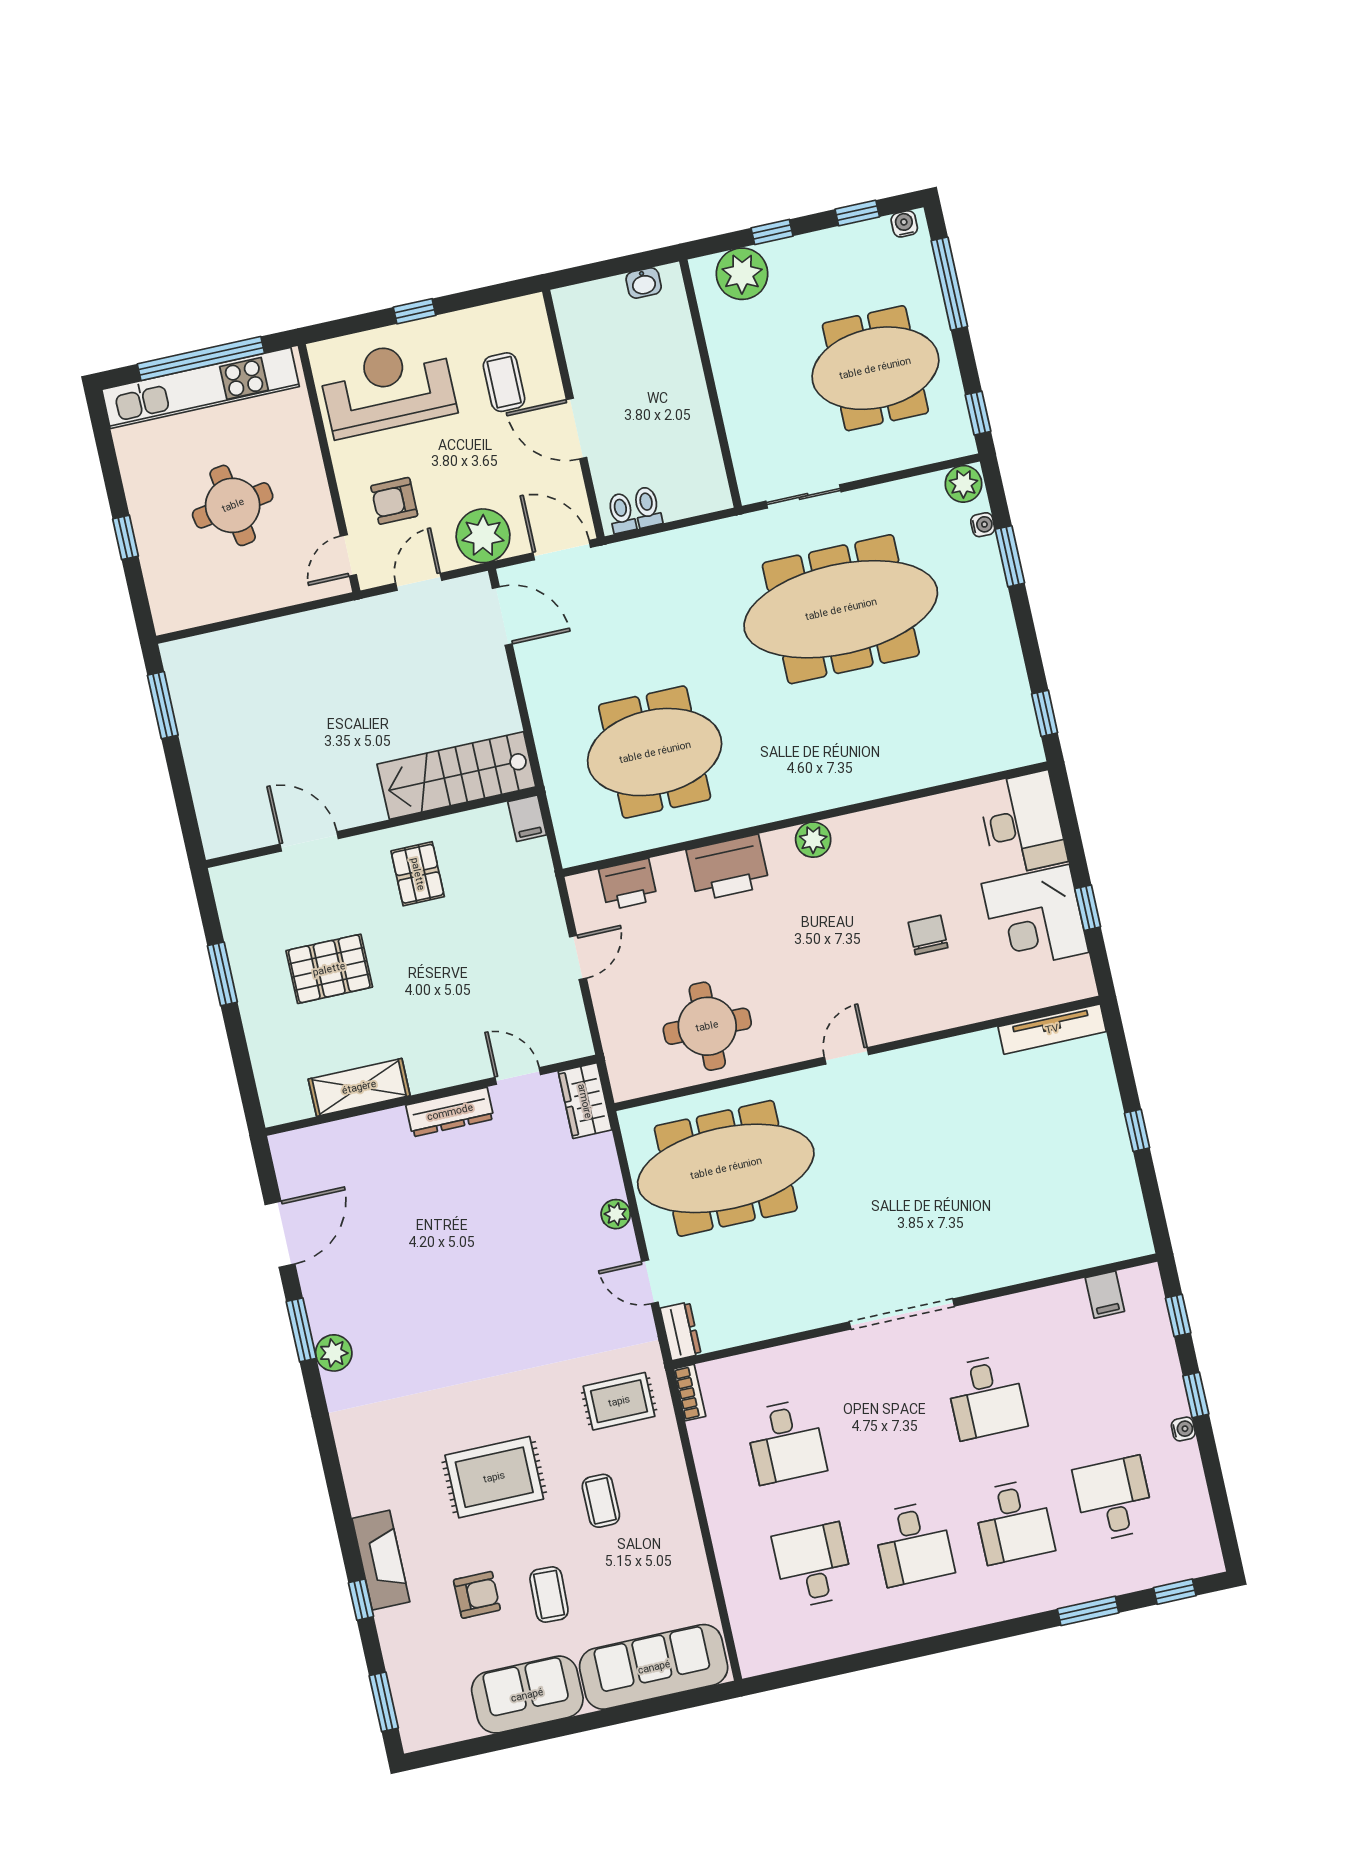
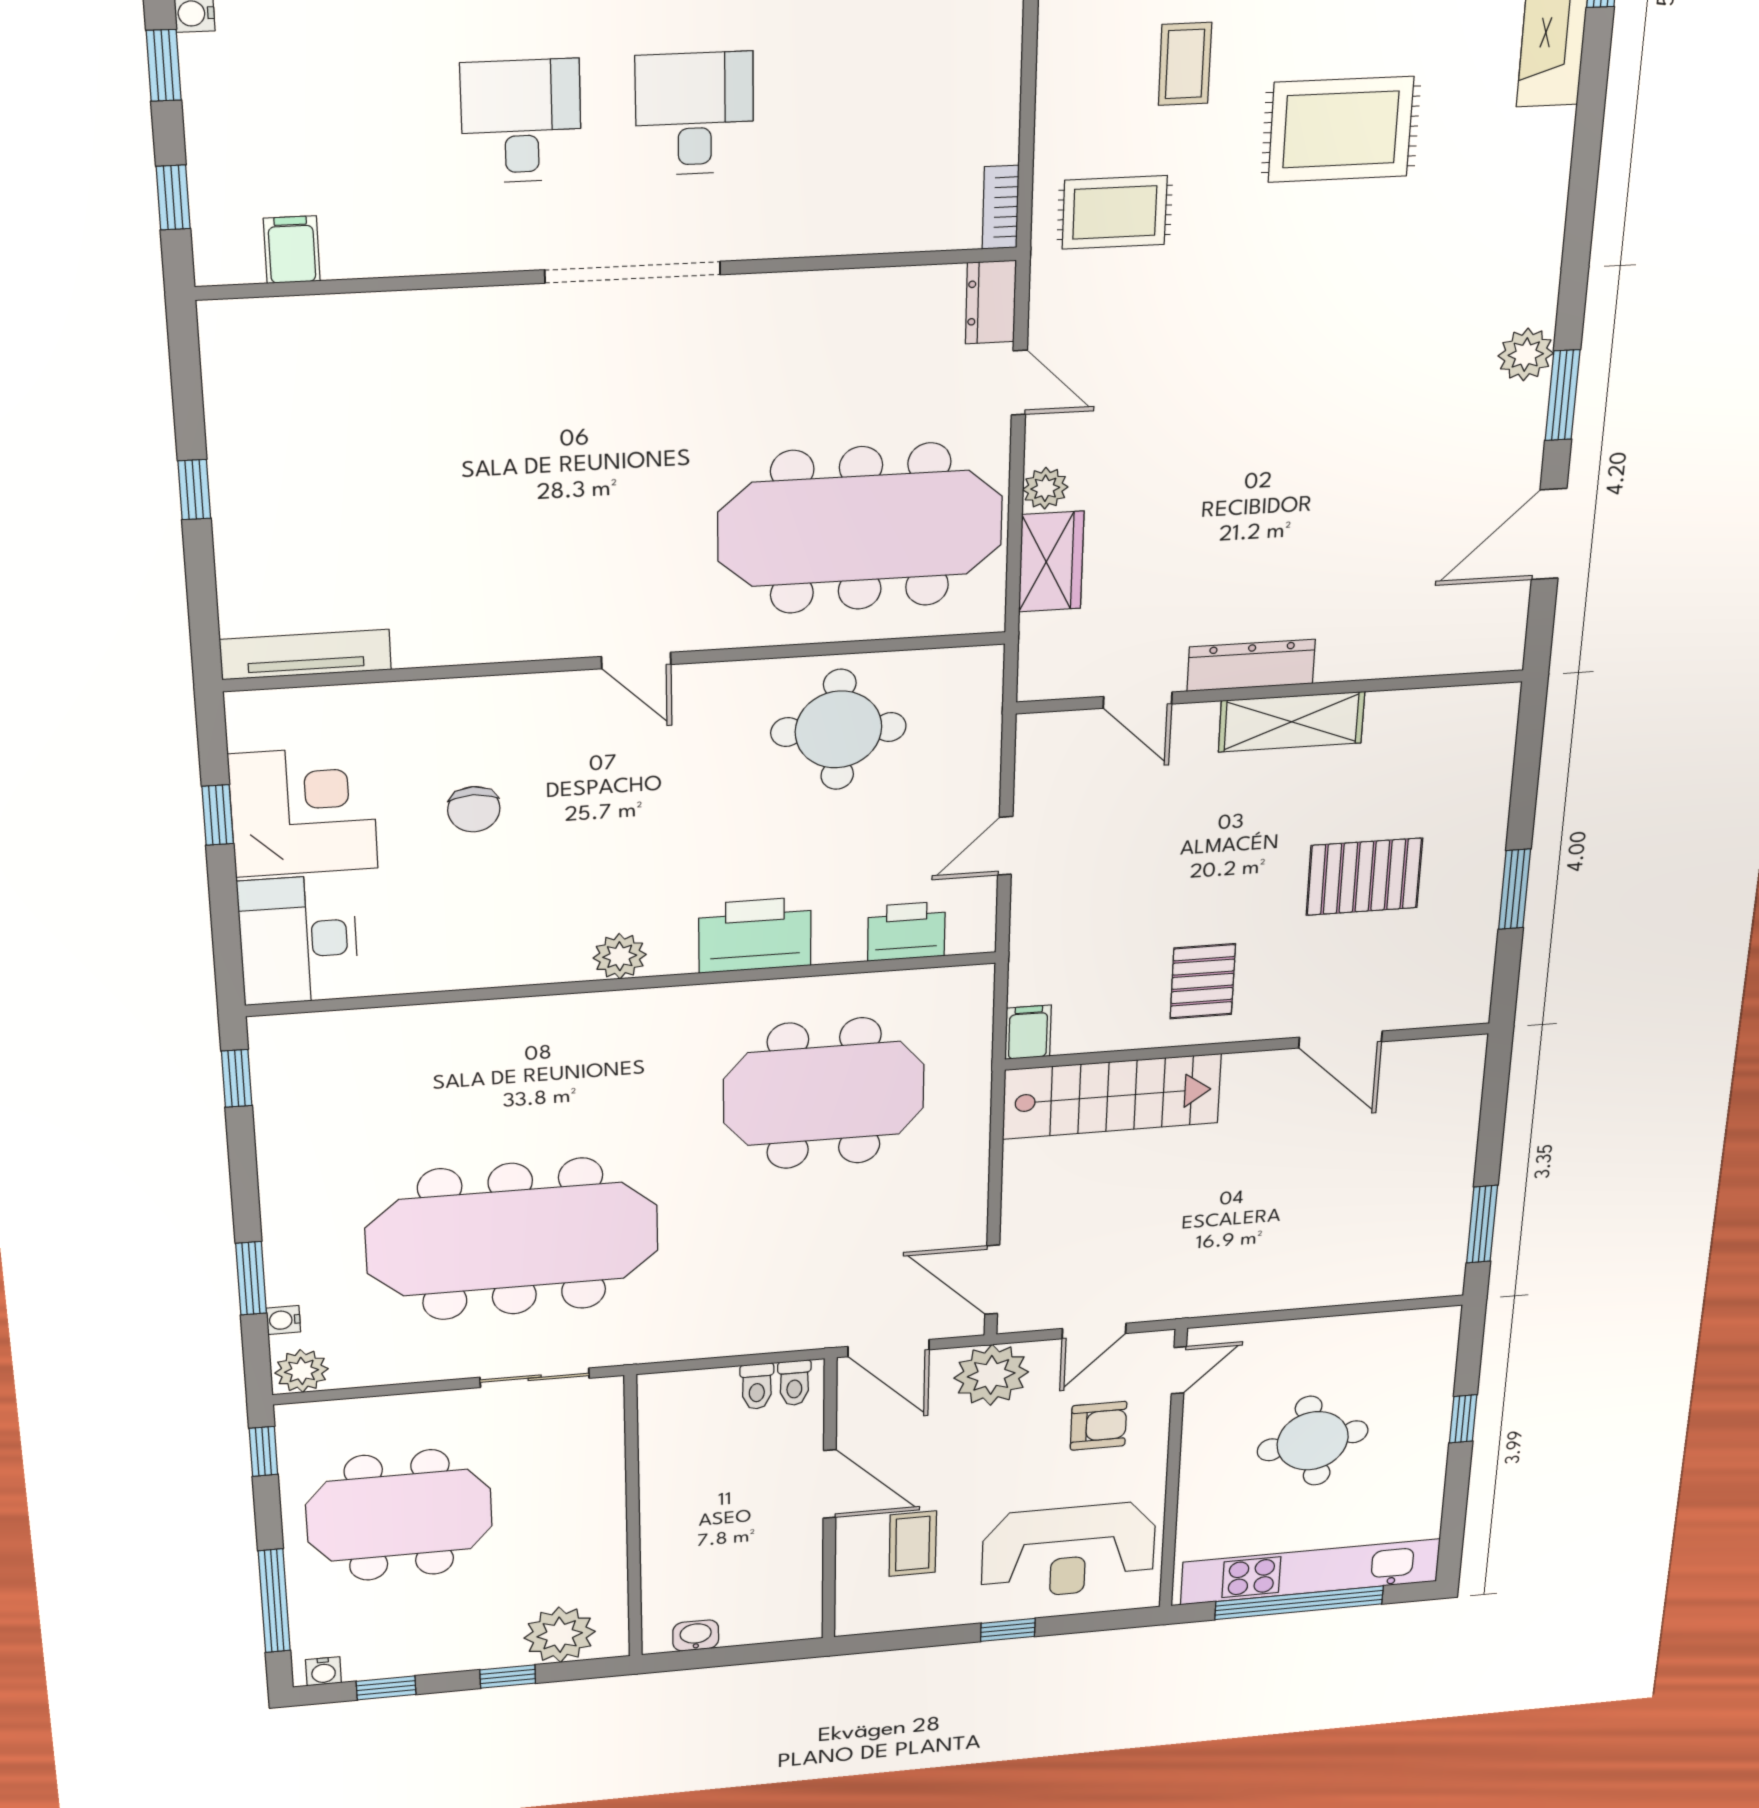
door: (847, 1056) -> (636, 660), hinge flipped
shelving: (359, 1087) -> (1291, 722), moved
wardrobe: (585, 1101) -> (1051, 562), moved
desk: (786, 1441) -> (694, 114), moved

